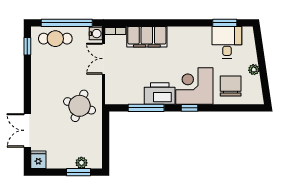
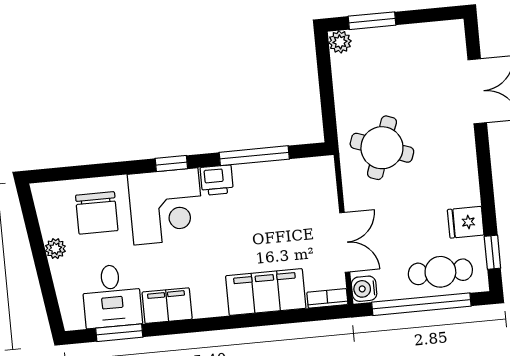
filing cabinet: (199, 35) -> (167, 306), added
printer: (160, 94) -> (217, 180), width x0.53, depth x0.68
fridge: (38, 160) -> (466, 222), moved, turned 90
plant: (81, 163) -> (340, 42), moved

